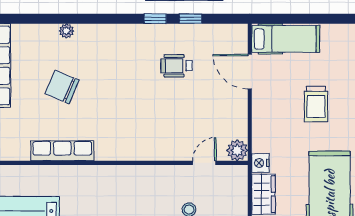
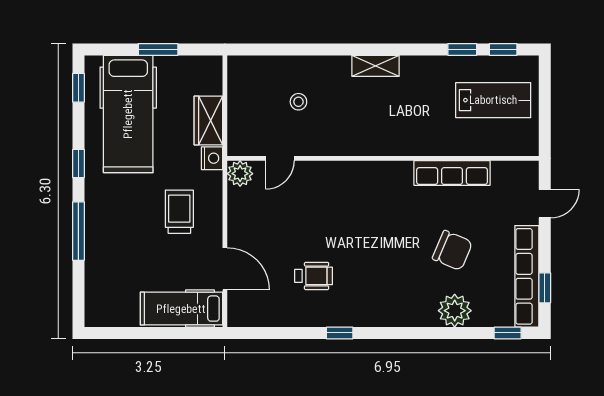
window: (190, 19) -> (508, 333), moved
plant: (66, 31) -> (455, 311), width x1.88, depth x1.88
trolley: (316, 104) -> (179, 212), moved

